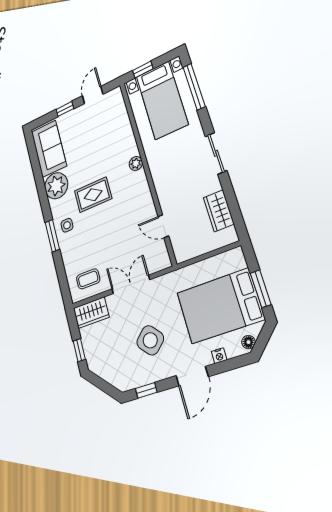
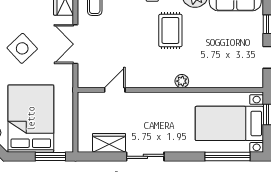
sliding door: (216, 153) -> (145, 156), moved
double door: (131, 284) -> (75, 44), swing flipped
window: (261, 289) -> (50, 156), moved

